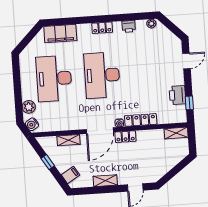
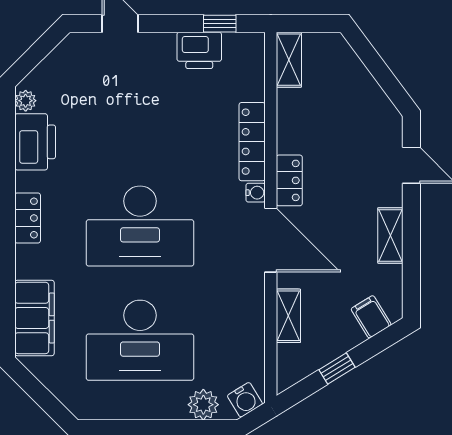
printer: (129, 26) -> (35, 142), width x1.87, depth x1.48

